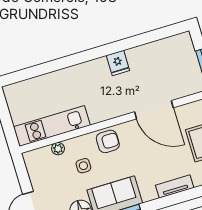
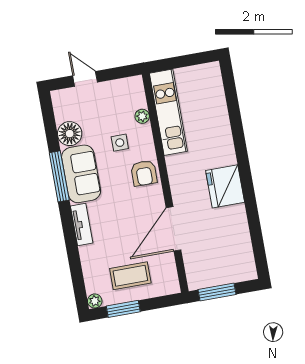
fridge: (118, 63) -> (225, 186), width x1.88, depth x1.34
tv unit: (175, 186) -> (82, 224), moved

